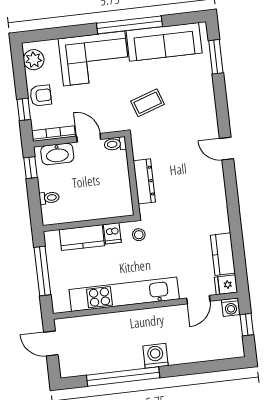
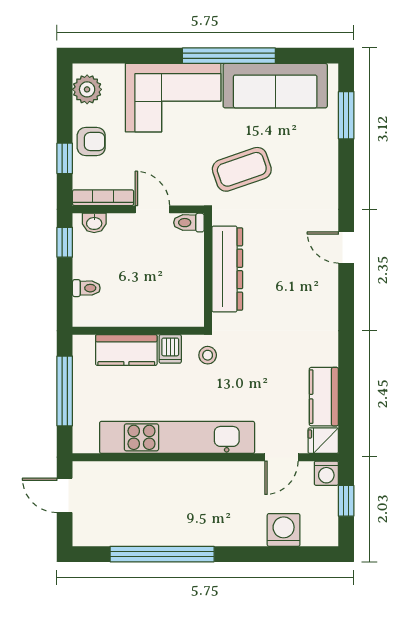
coffee table: (148, 103) -> (242, 169), width x1.36, depth x1.30
washbasin: (57, 154) -> (94, 223), width x0.52, depth x0.69
dresser: (144, 181) -> (227, 269), width x1.37, depth x1.24
washing machine: (155, 356) -> (284, 530), moved

